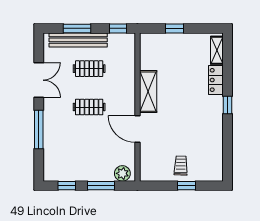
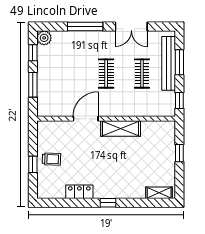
locker: (216, 80) -> (79, 192), moved
plant: (122, 173) -> (44, 38), moved

